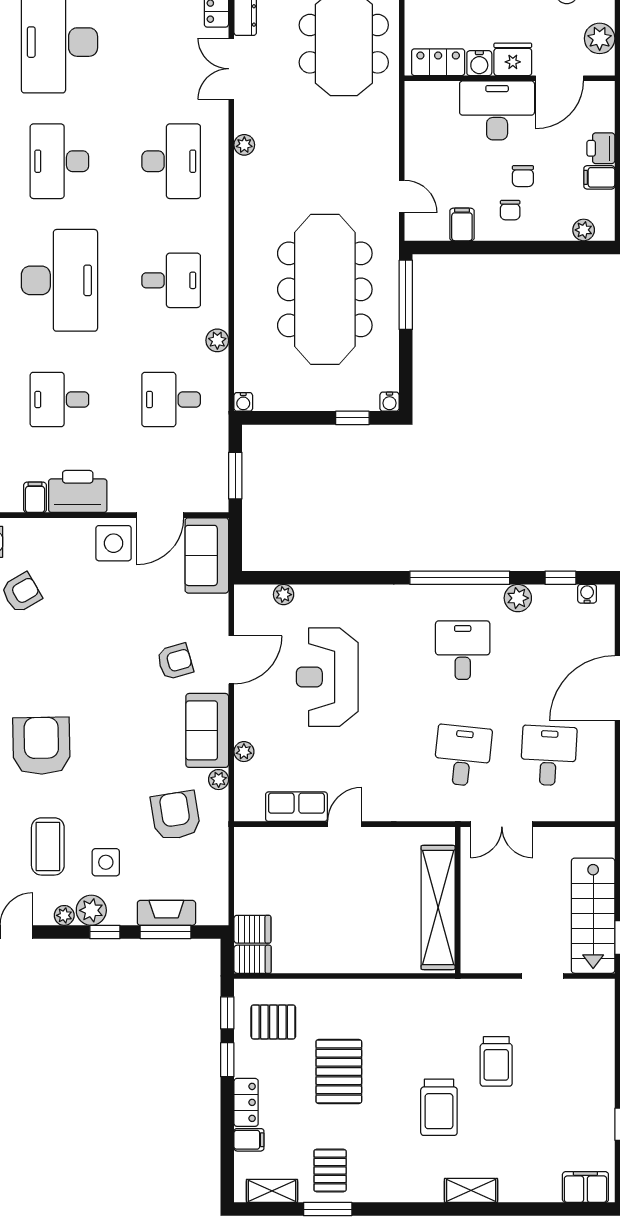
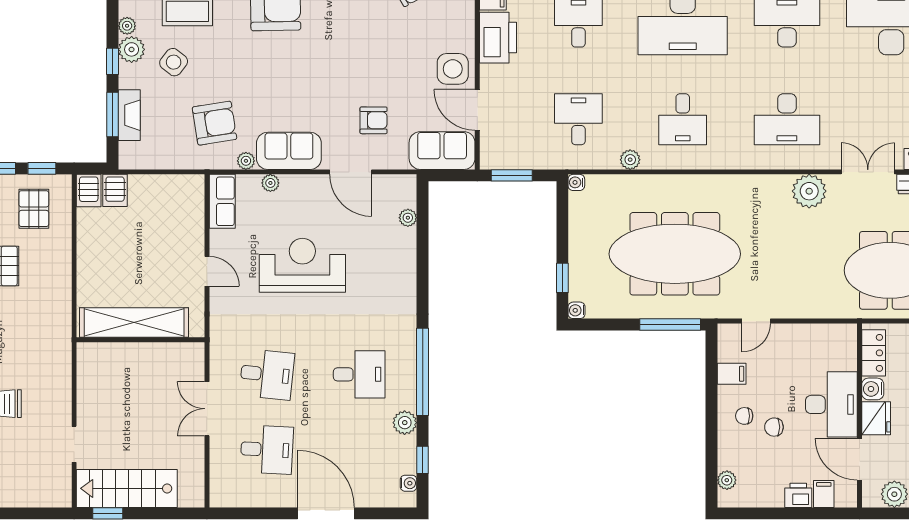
plant: (244, 145) -> (809, 191), width x1.88, depth x1.88
filing cabinet: (599, 177) -> (824, 494), moved
armchair: (175, 661) -> (374, 120), moved, turned -74
reception desk: (327, 677) -> (302, 265), moved
row of seats: (296, 807) -> (222, 201), moved
side table: (106, 862) -> (174, 62), turned 38
wall: (458, 900) -> (141, 340), moved
shelving: (438, 907) -> (134, 323), moved

